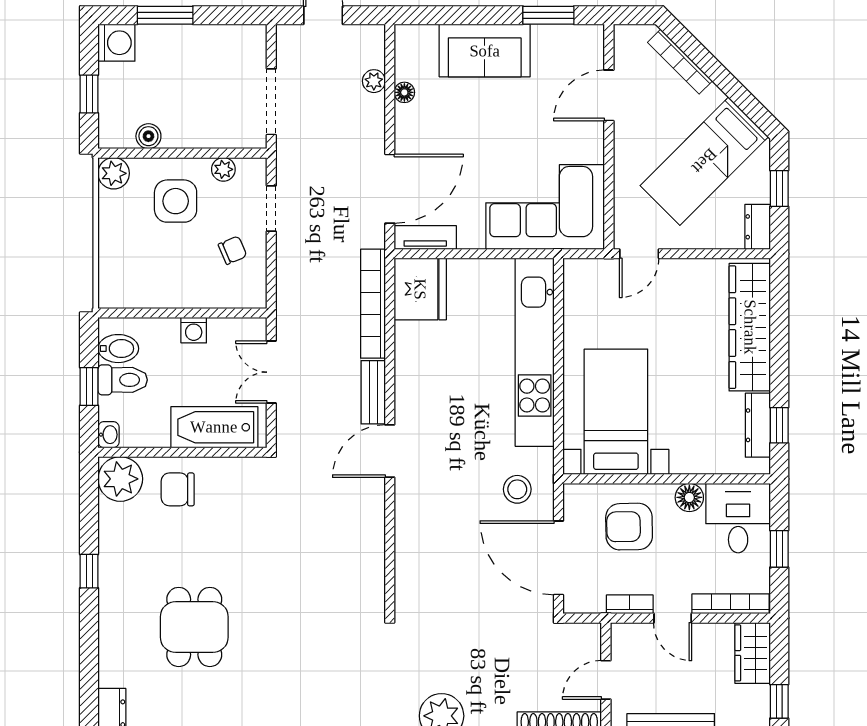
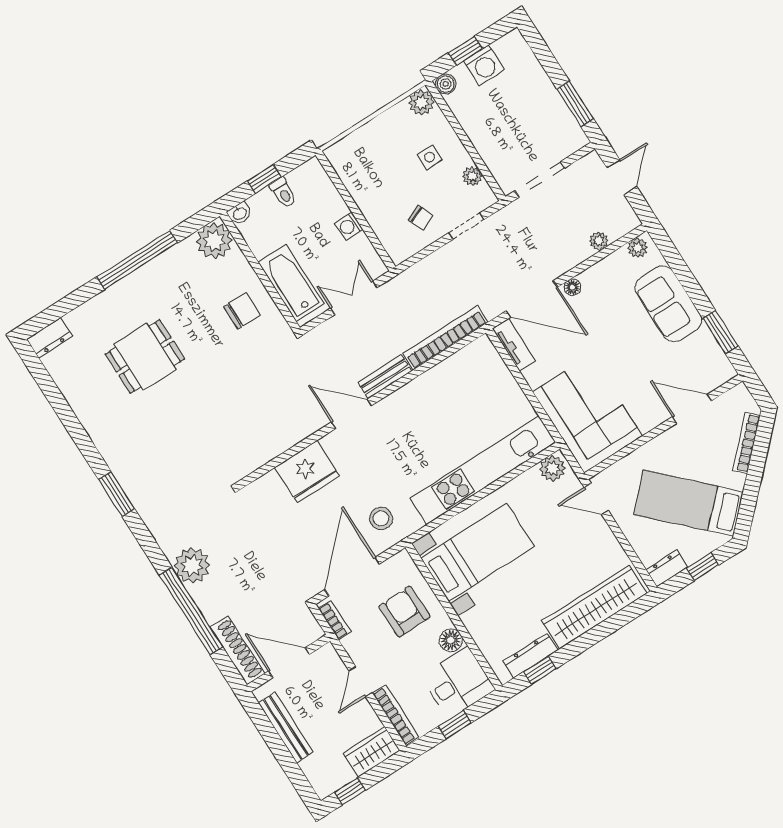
window: (165, 15) -> (575, 104), moved
washing machine: (116, 43) -> (484, 65), moved
plant: (406, 46) -> (638, 248), added
floor lamp: (404, 92) -> (572, 287), moved
boiler: (148, 136) -> (446, 84), moved
side table: (176, 201) -> (430, 157), width x0.54, depth x0.54
plant: (579, 279) -> (552, 469), added
fridge: (420, 289) -> (307, 472), moved
bidet: (118, 349) -> (303, 182), removed
toilet: (123, 380) -> (283, 193), width x0.73, depth x0.72
chair: (178, 489) -> (242, 311), moved, turned 90
window: (89, 571) -> (137, 260), width x3.17
bookcase: (630, 604) -> (335, 620), moved
door: (606, 680) -> (289, 663), width x1.38

